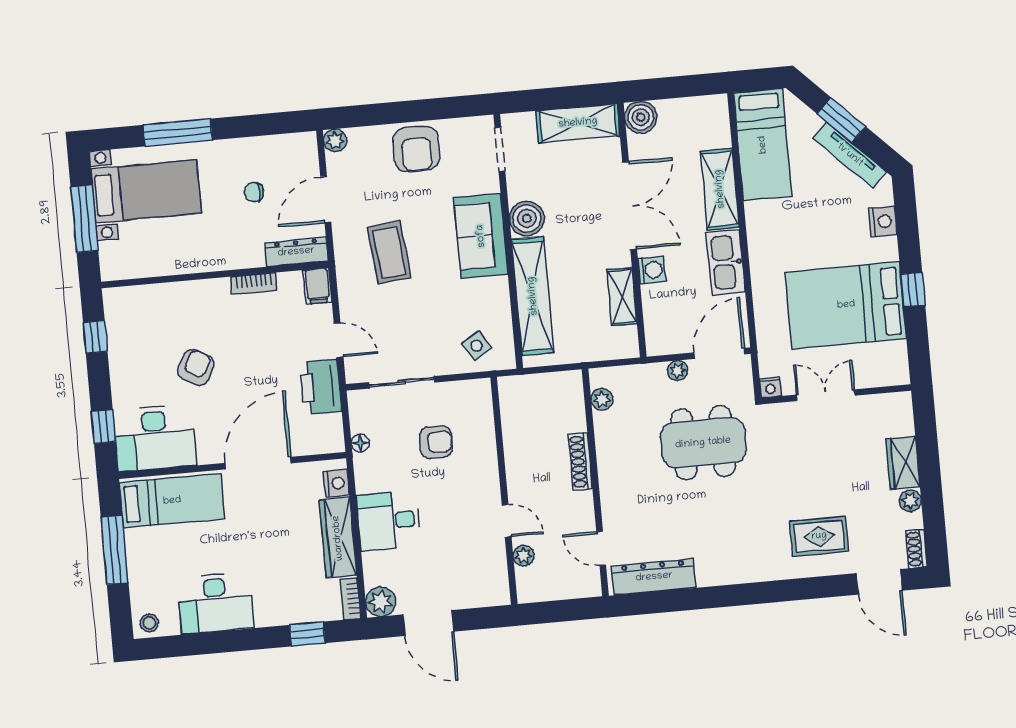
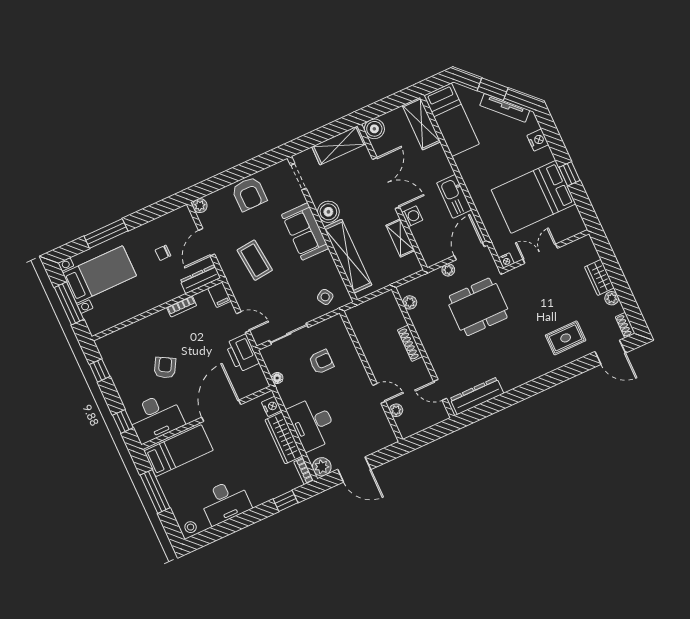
shelving: (720, 189) -> (421, 124), moved
desk: (389, 521) -> (312, 424), width x1.37

